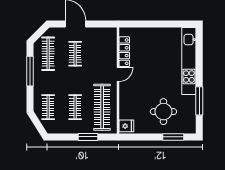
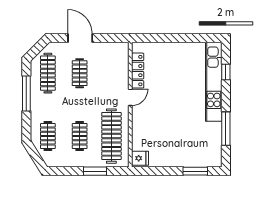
window: (199, 53) -> (226, 72), added
round table: (163, 112) -> (184, 141), removed

